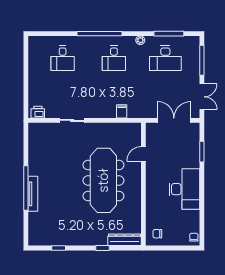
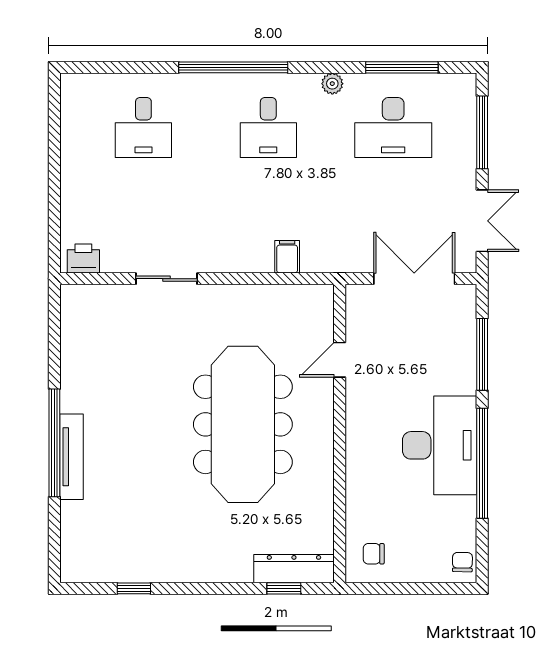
window: (202, 152) -> (482, 354), width x1.44
window: (202, 196) -> (482, 463), added
window: (103, 248) -> (284, 588), moved

